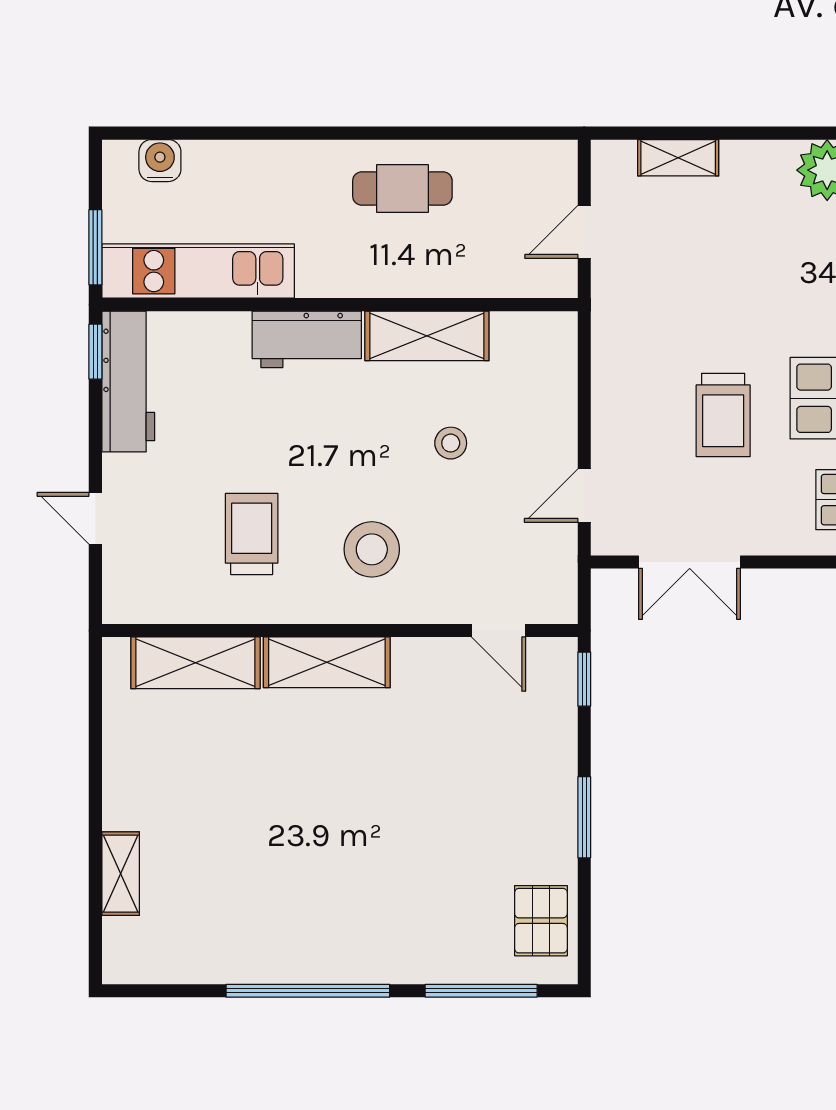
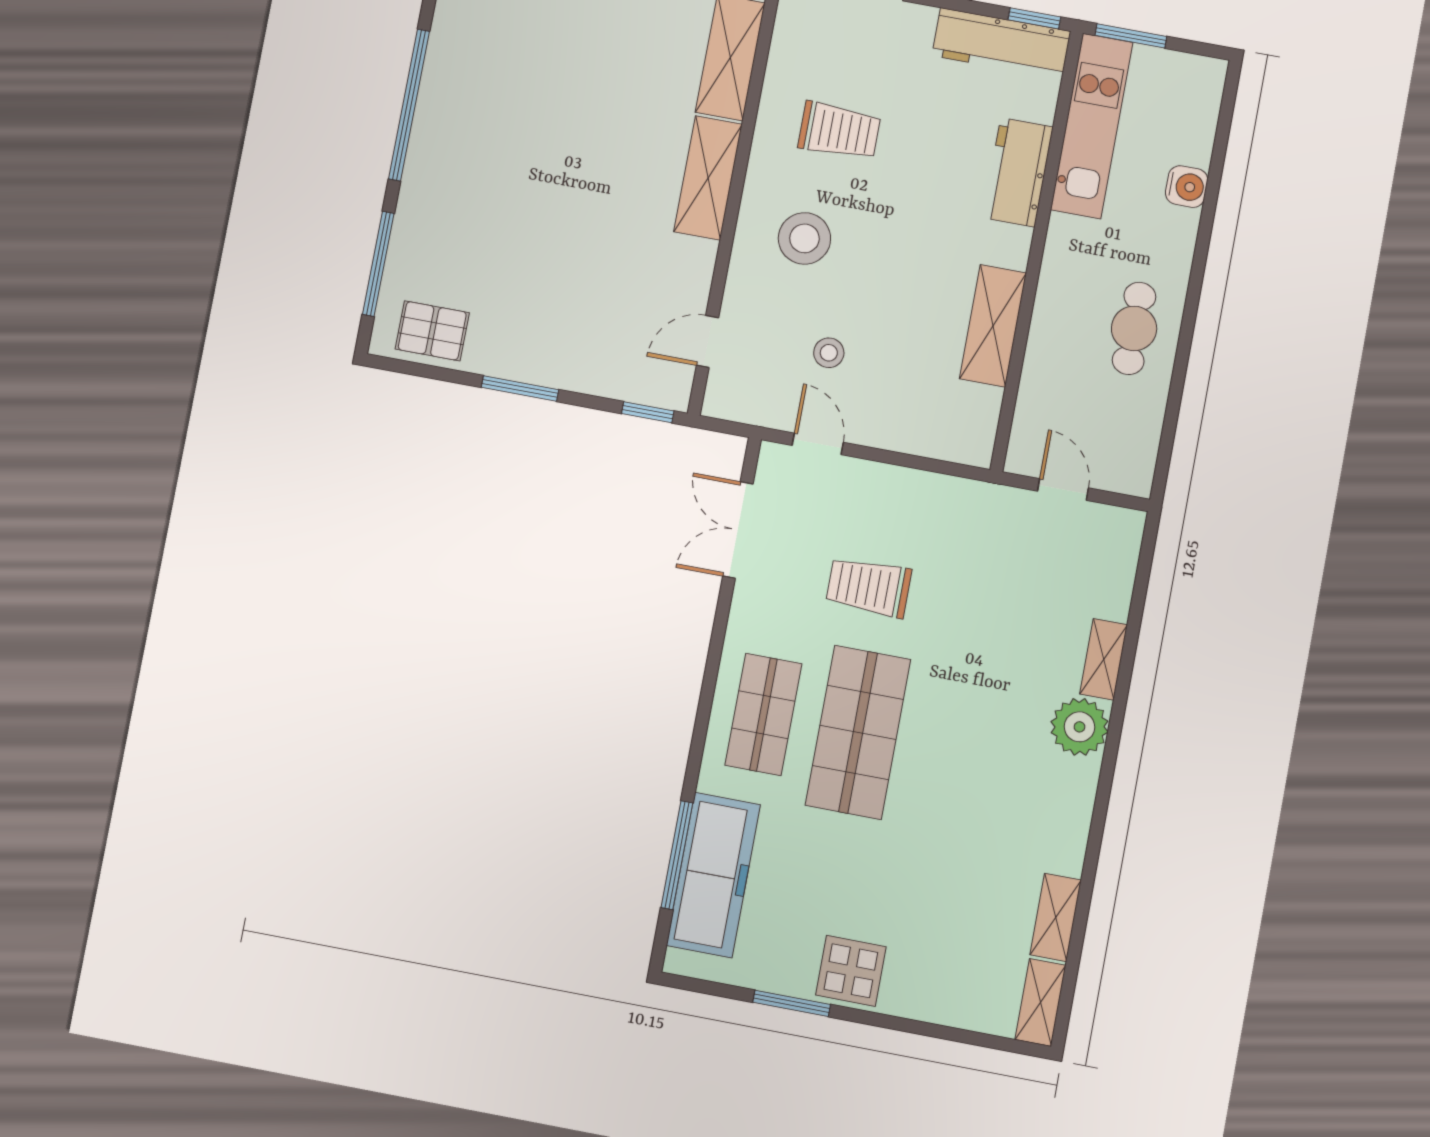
shelving: (678, 158) -> (1104, 659), moved
water cooler: (160, 161) -> (1187, 187), moved
workbench: (307, 339) -> (1018, 172), moved
stool: (451, 443) -> (829, 353), moved

